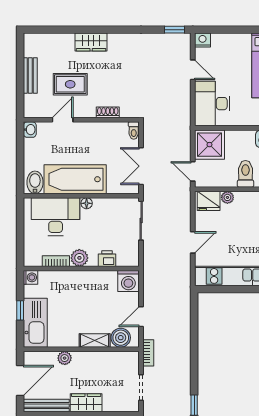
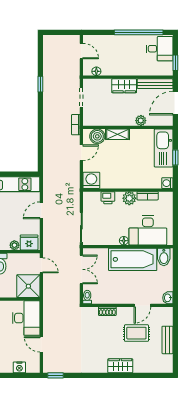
nightstand: (202, 40) -> (19, 367), moved

